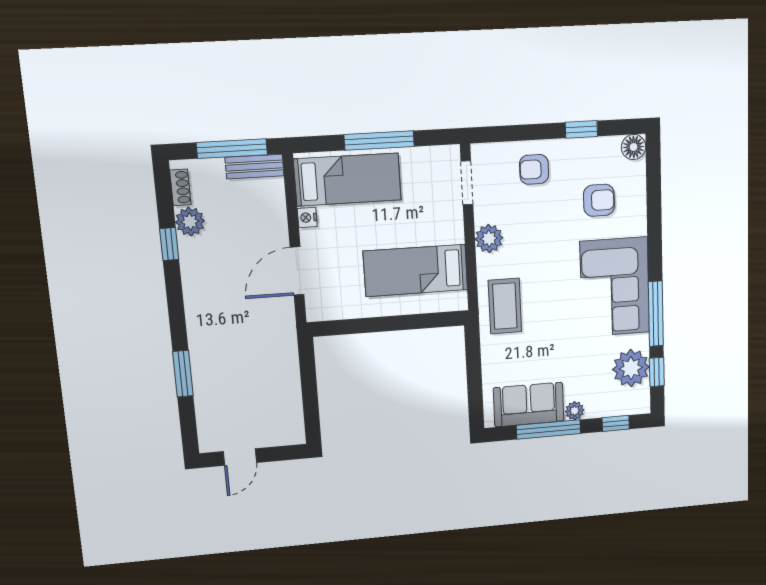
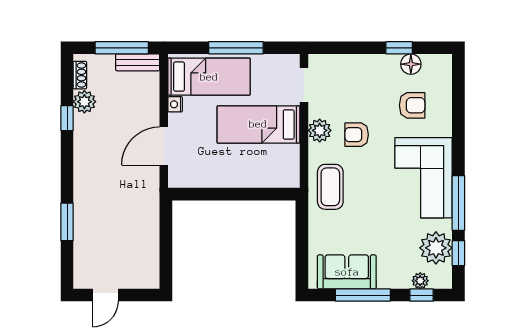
floor lamp: (634, 147) -> (411, 64), moved
armchair: (534, 169) -> (357, 135), moved
bed: (416, 270) -> (258, 124), moved
plant: (575, 411) -> (420, 281), moved

